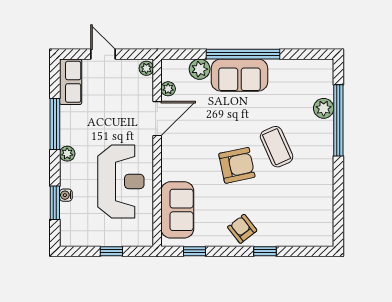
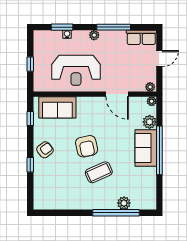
plant: (168, 89) -> (152, 101), moved

